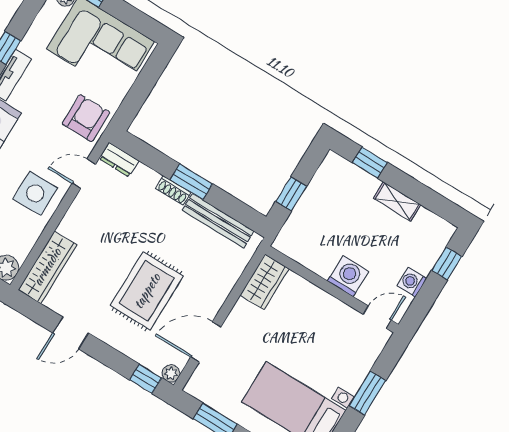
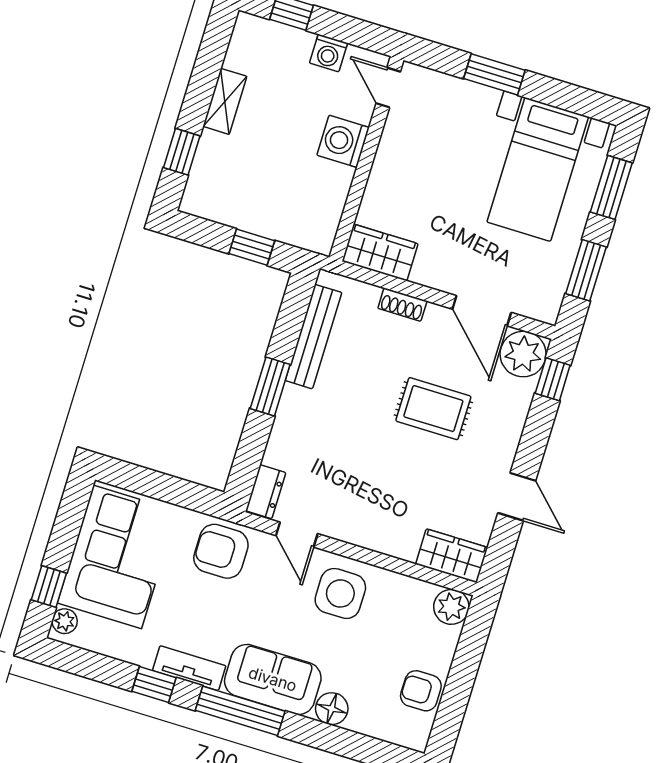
shoe rack: (173, 191) -> (402, 305), moved, turned 90
wardrobe: (47, 267) -> (452, 556), width x0.67
rug: (147, 291) -> (433, 409), width x0.73, depth x0.70
plant: (171, 373) -> (523, 354), width x1.88, depth x1.88

